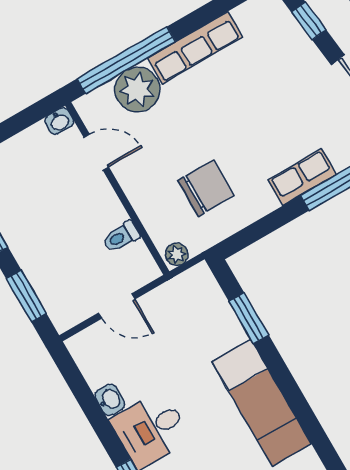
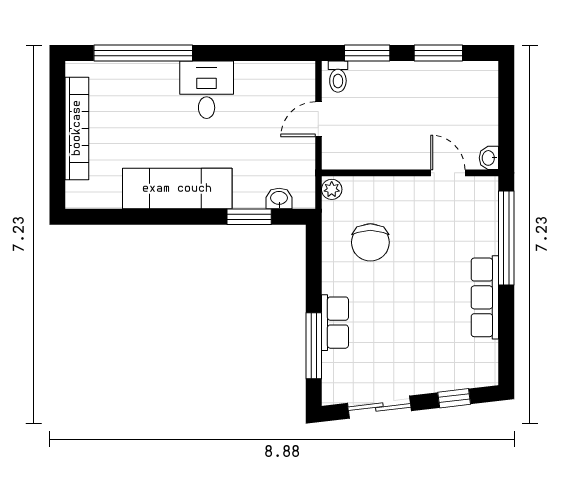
plant: (137, 90) -> (478, 233), removed
door: (96, 152) -> (448, 173), swing flipped
toilet: (121, 237) -> (338, 77), moved, turned 180
washbasin: (110, 400) -> (279, 198), moved, turned 180

